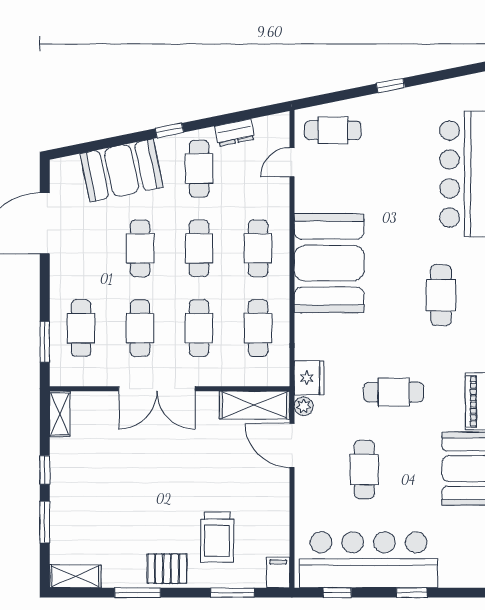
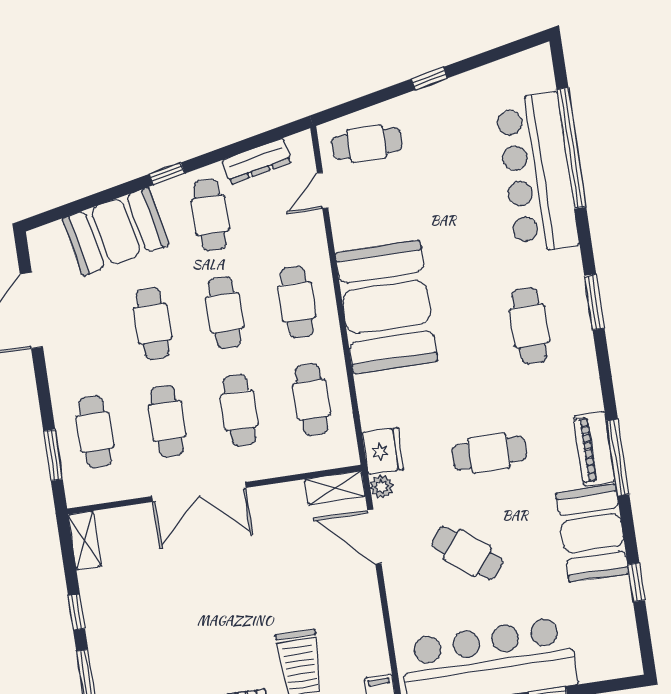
dresser: (235, 133) -> (257, 161), width x1.44
shelving: (255, 405) -> (335, 488), width x0.67, depth x0.75
cafe table: (364, 470) -> (467, 553), turned -52

